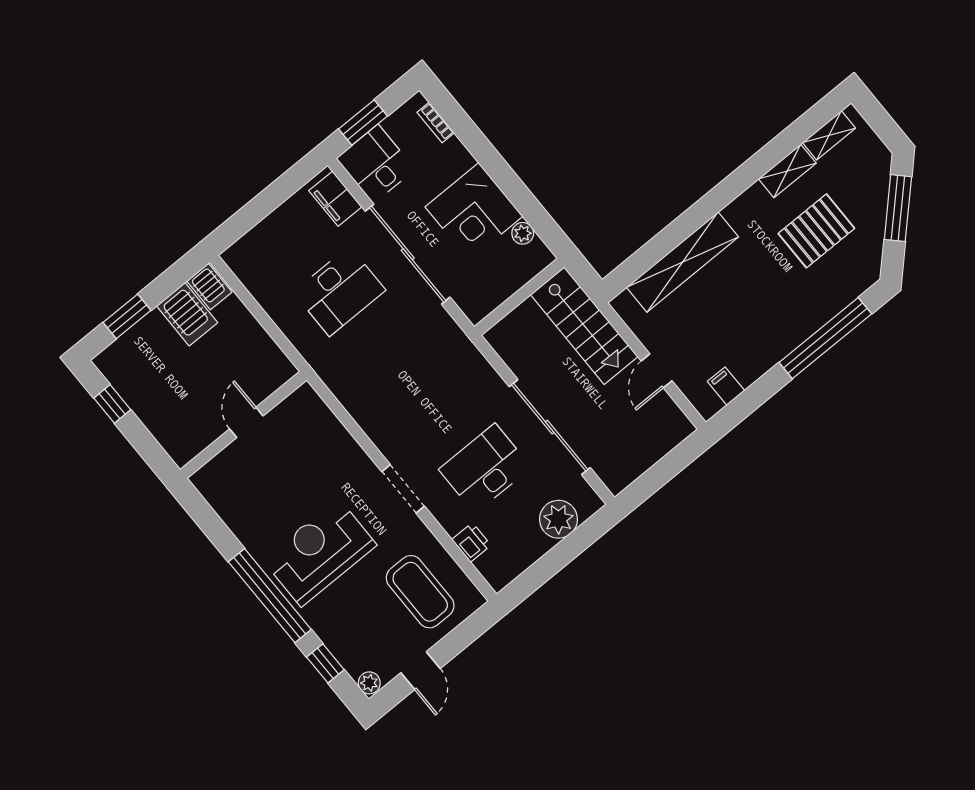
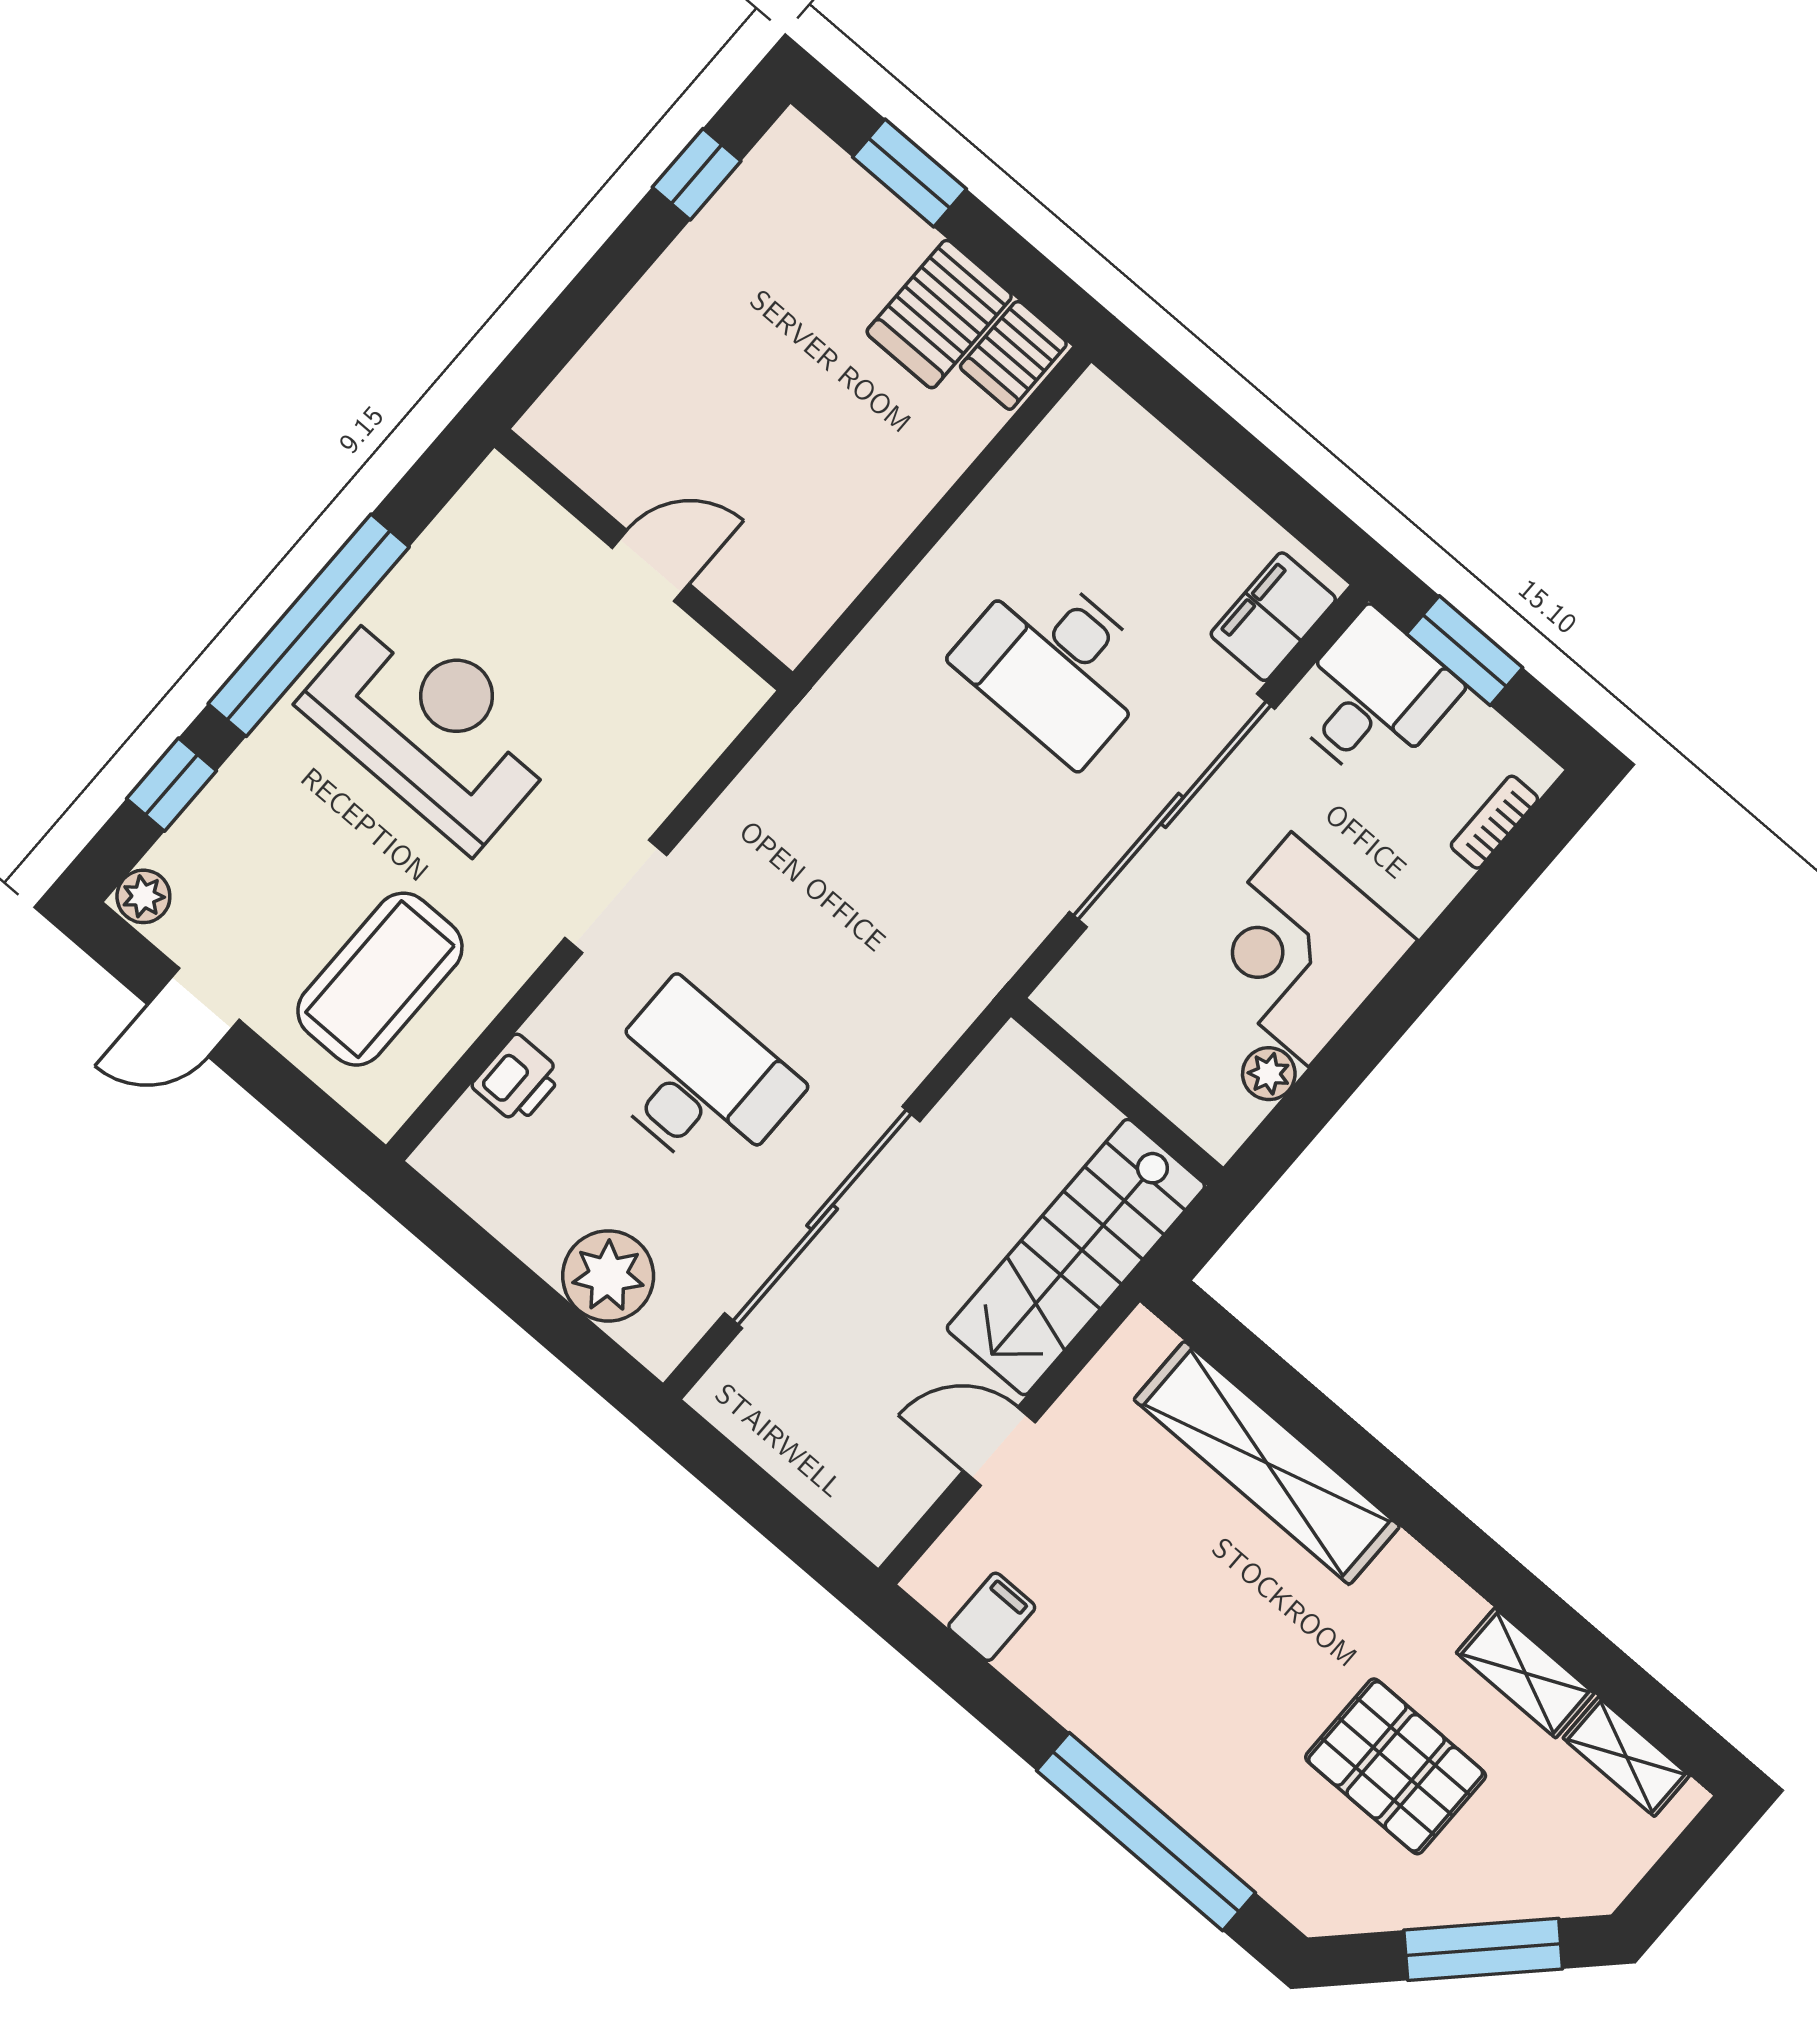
door: (246, 422) -> (651, 566), moved
wall: (243, 425) -> (644, 560), moved

